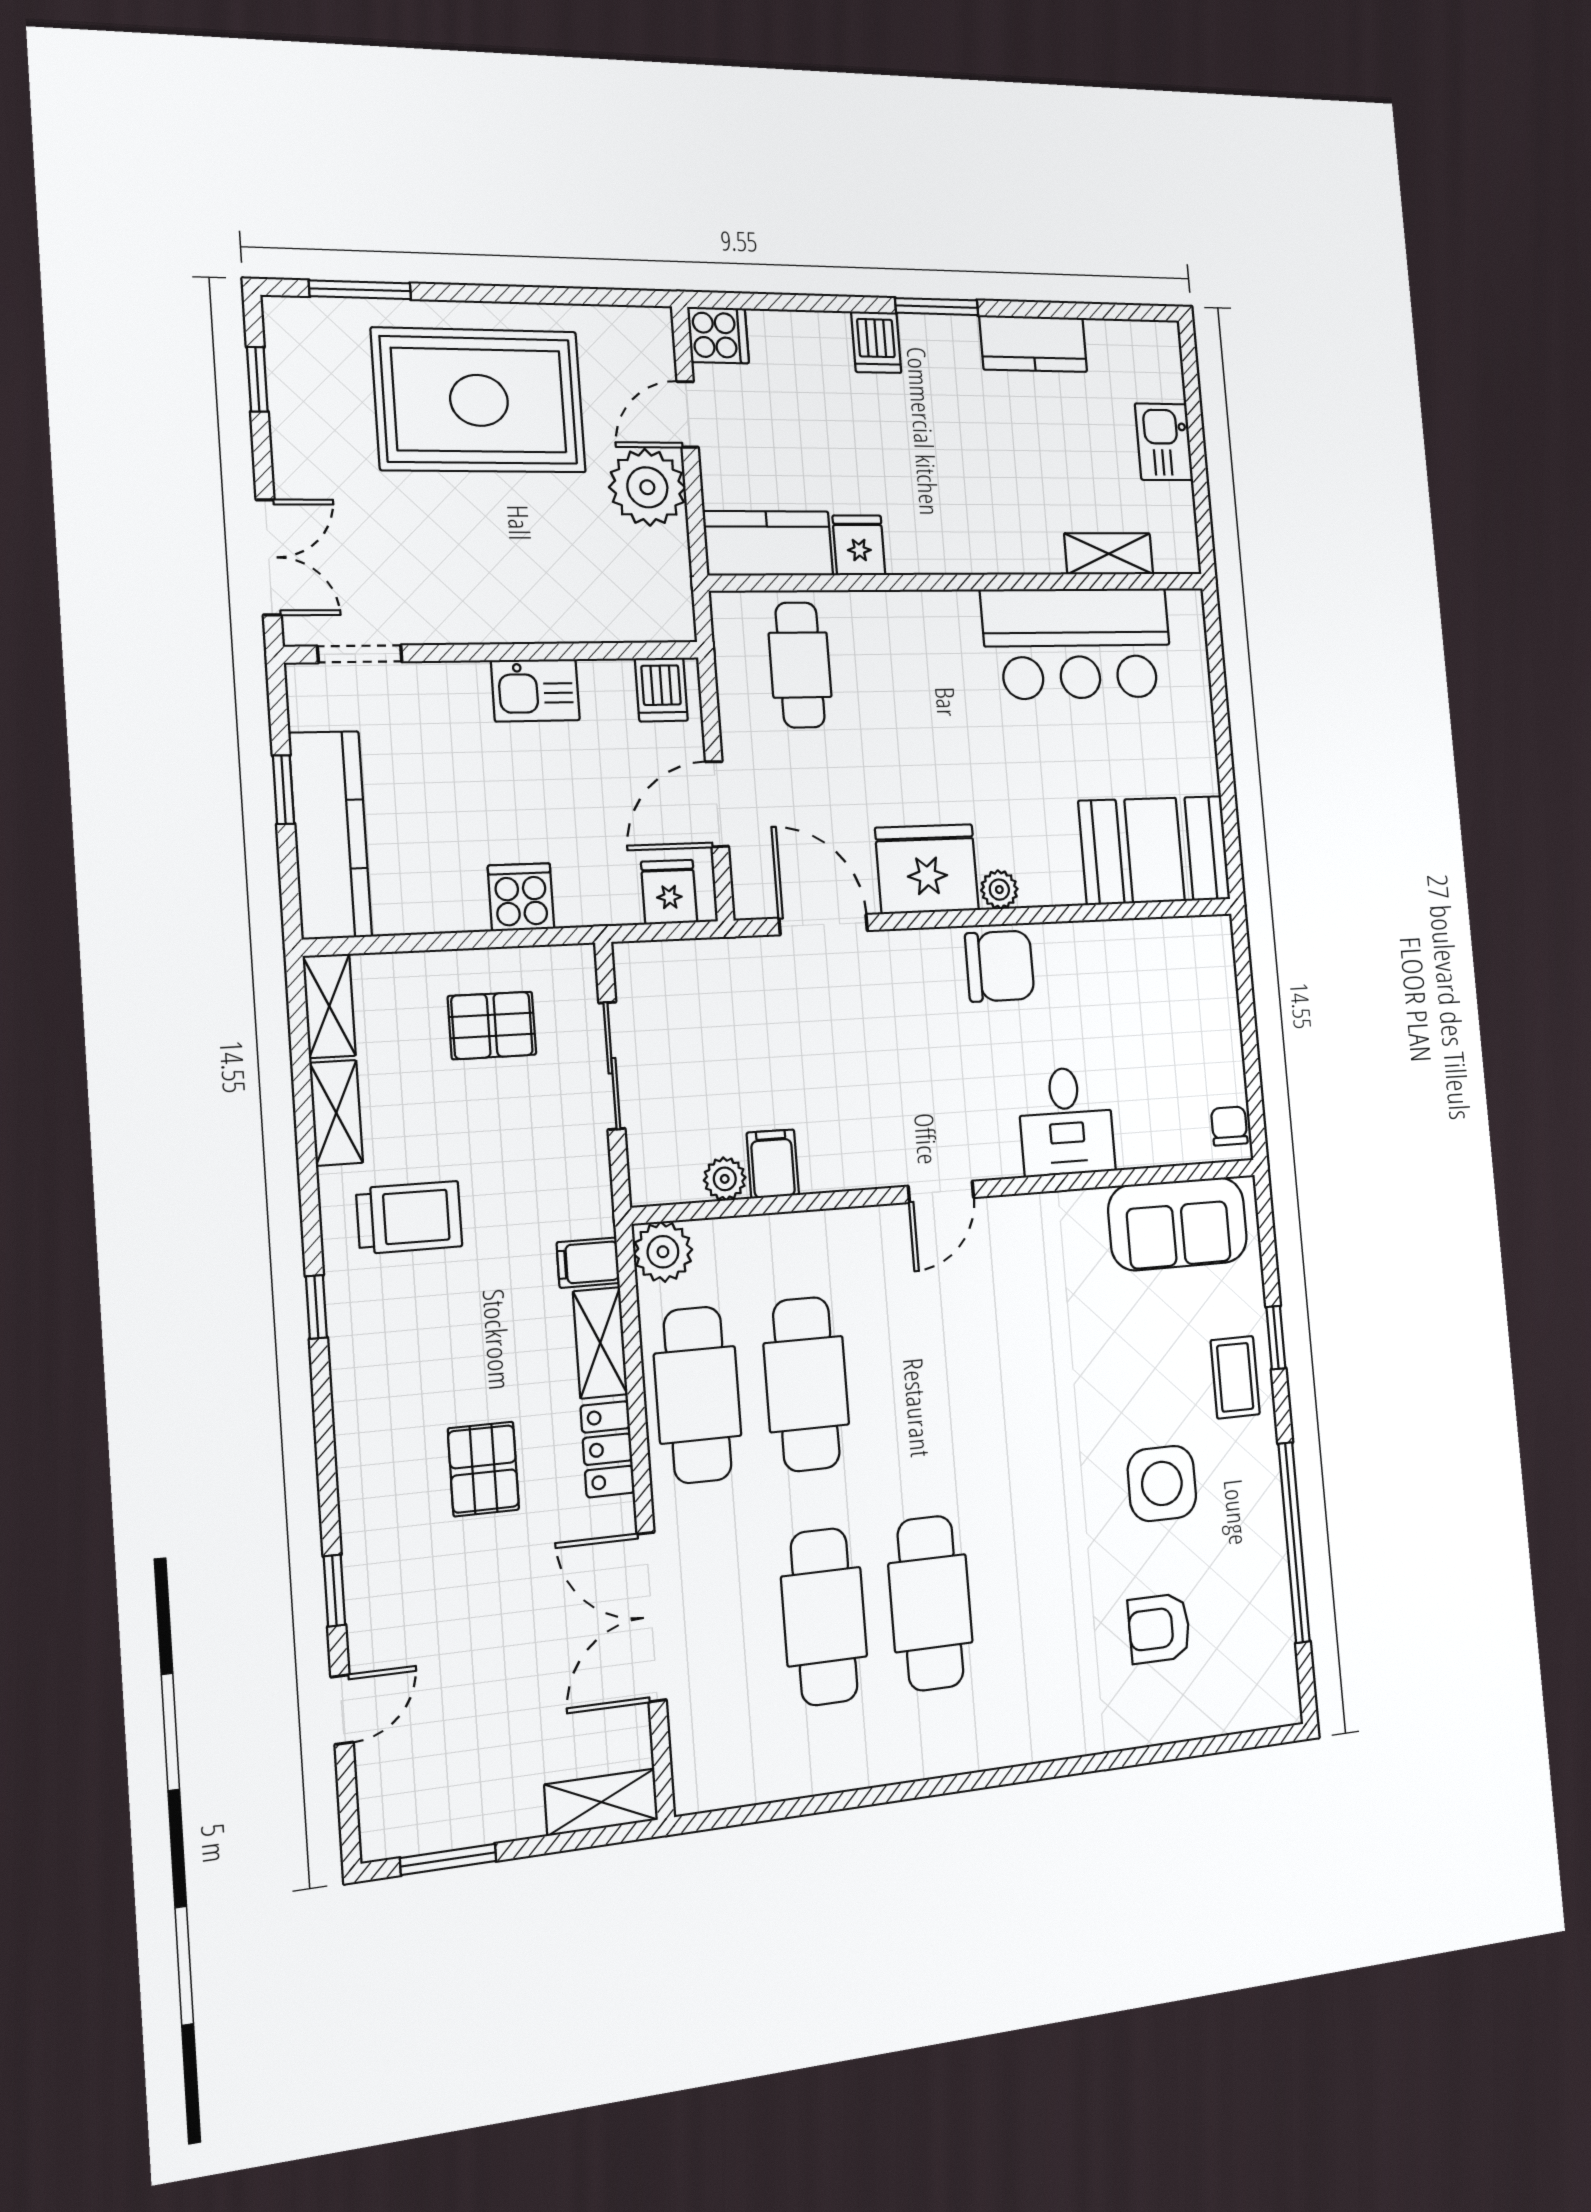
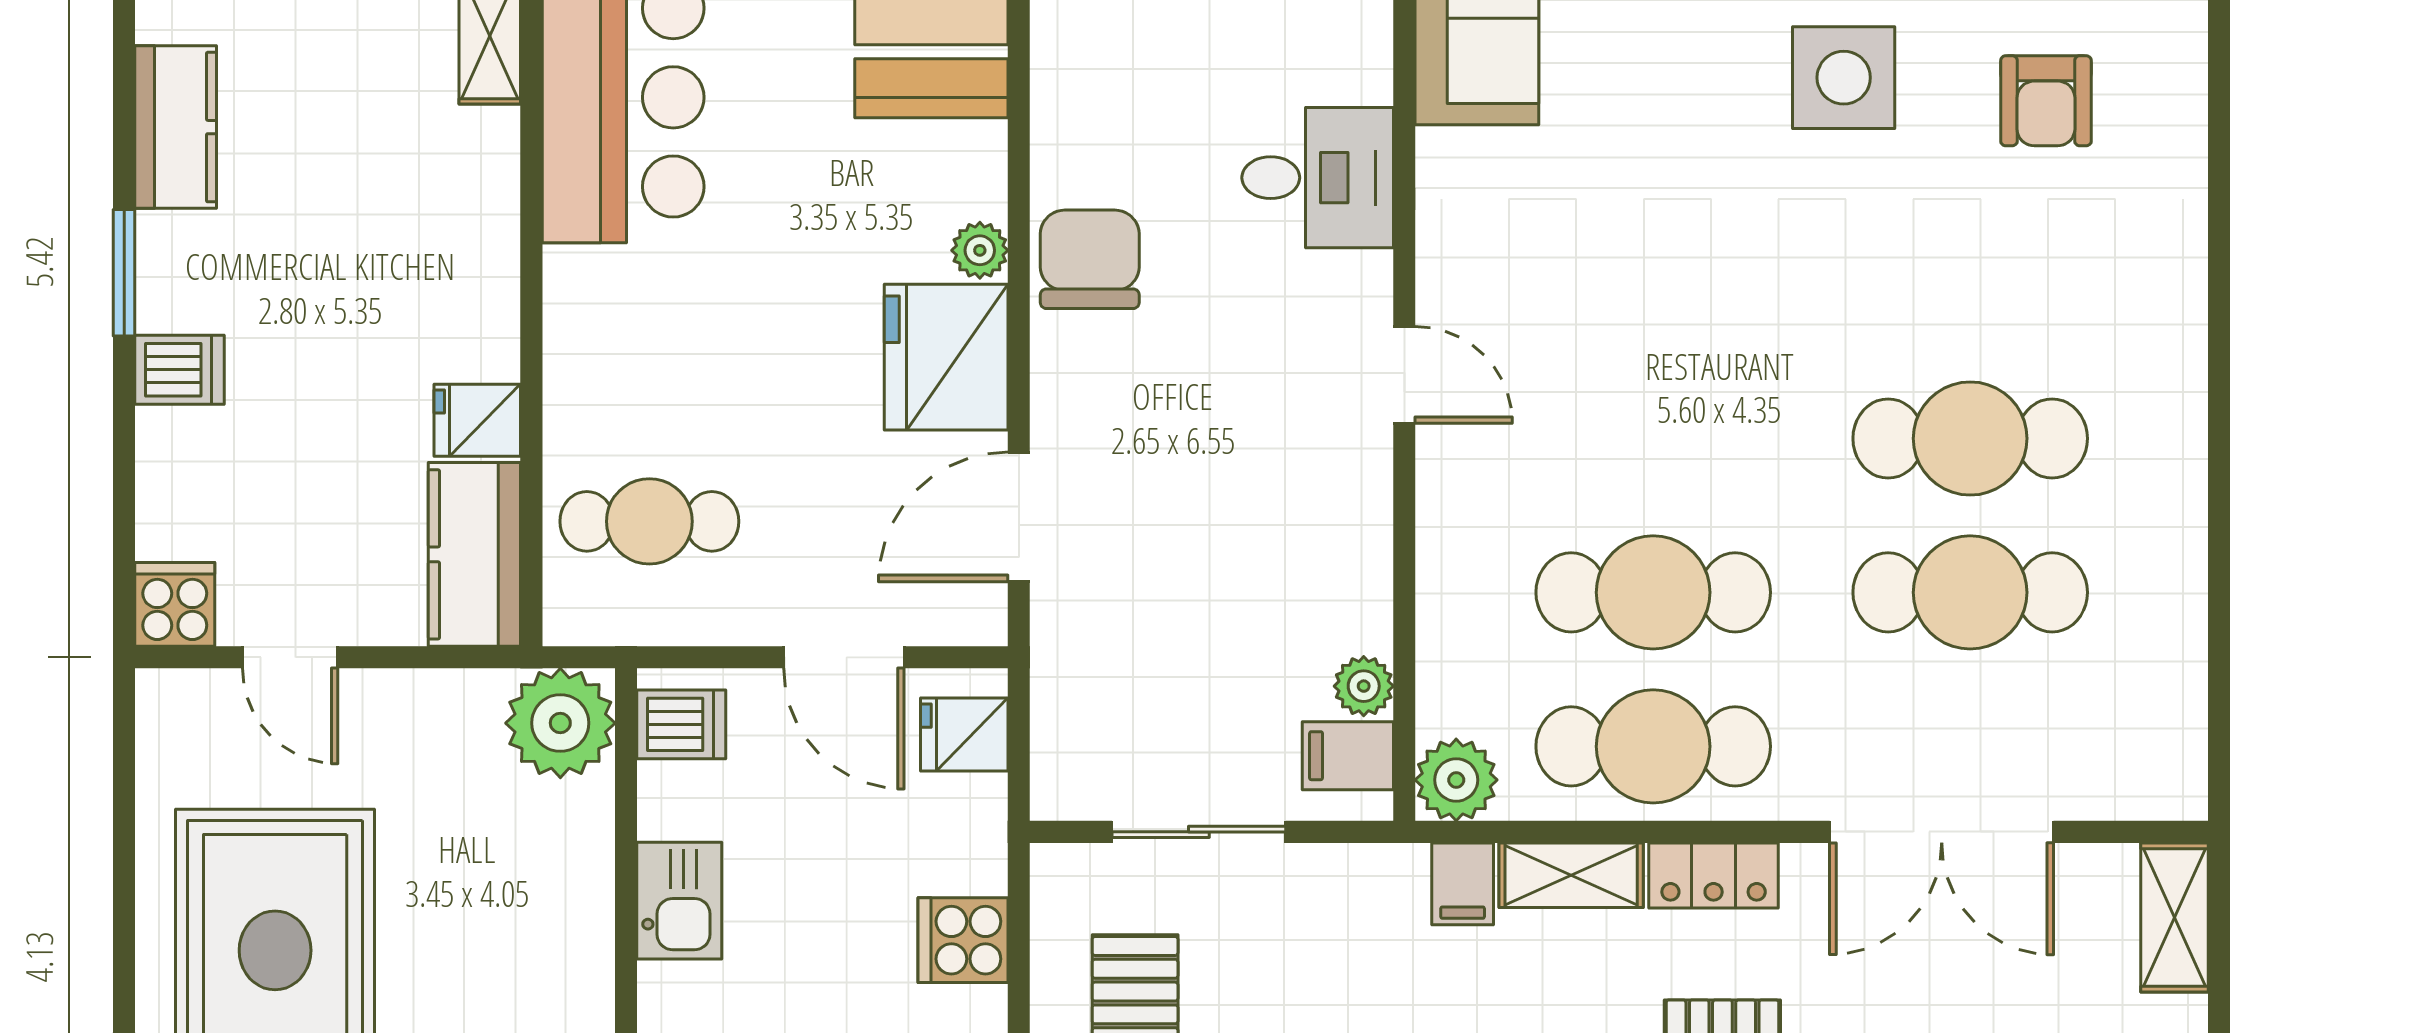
plant: (647, 487) -> (560, 723), moved
filing cabinet: (773, 1164) -> (1348, 756), moved

